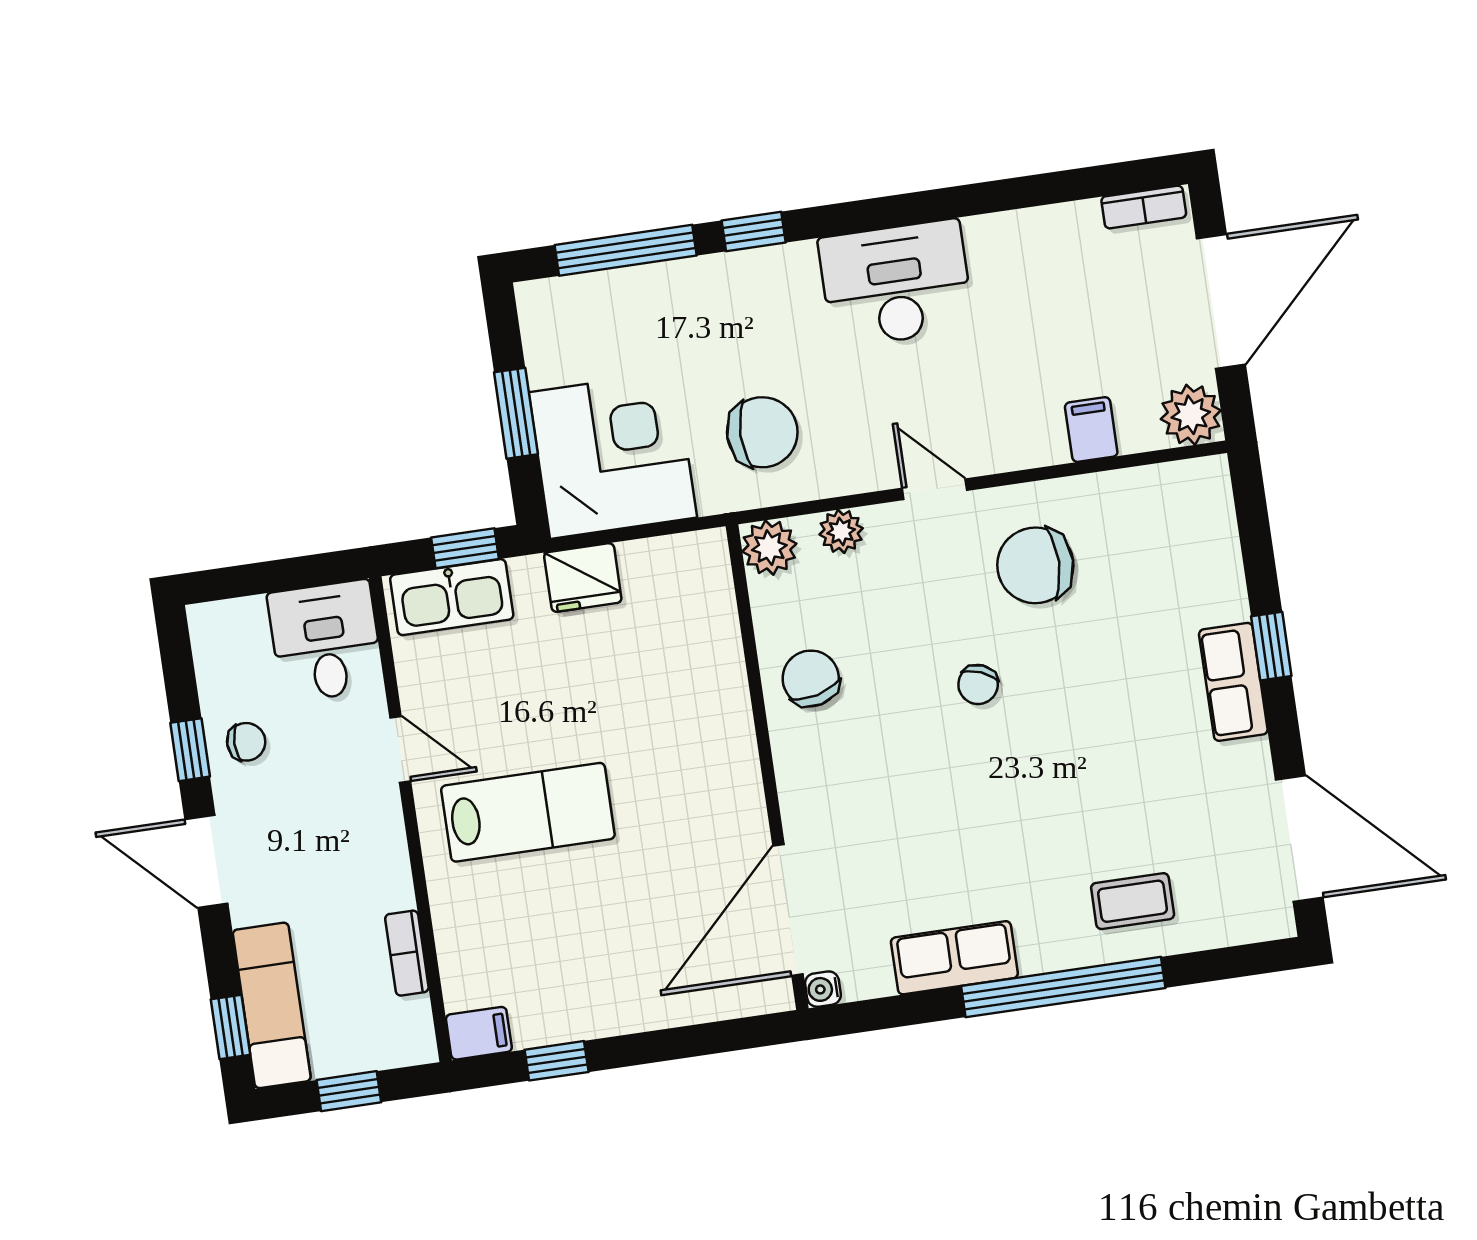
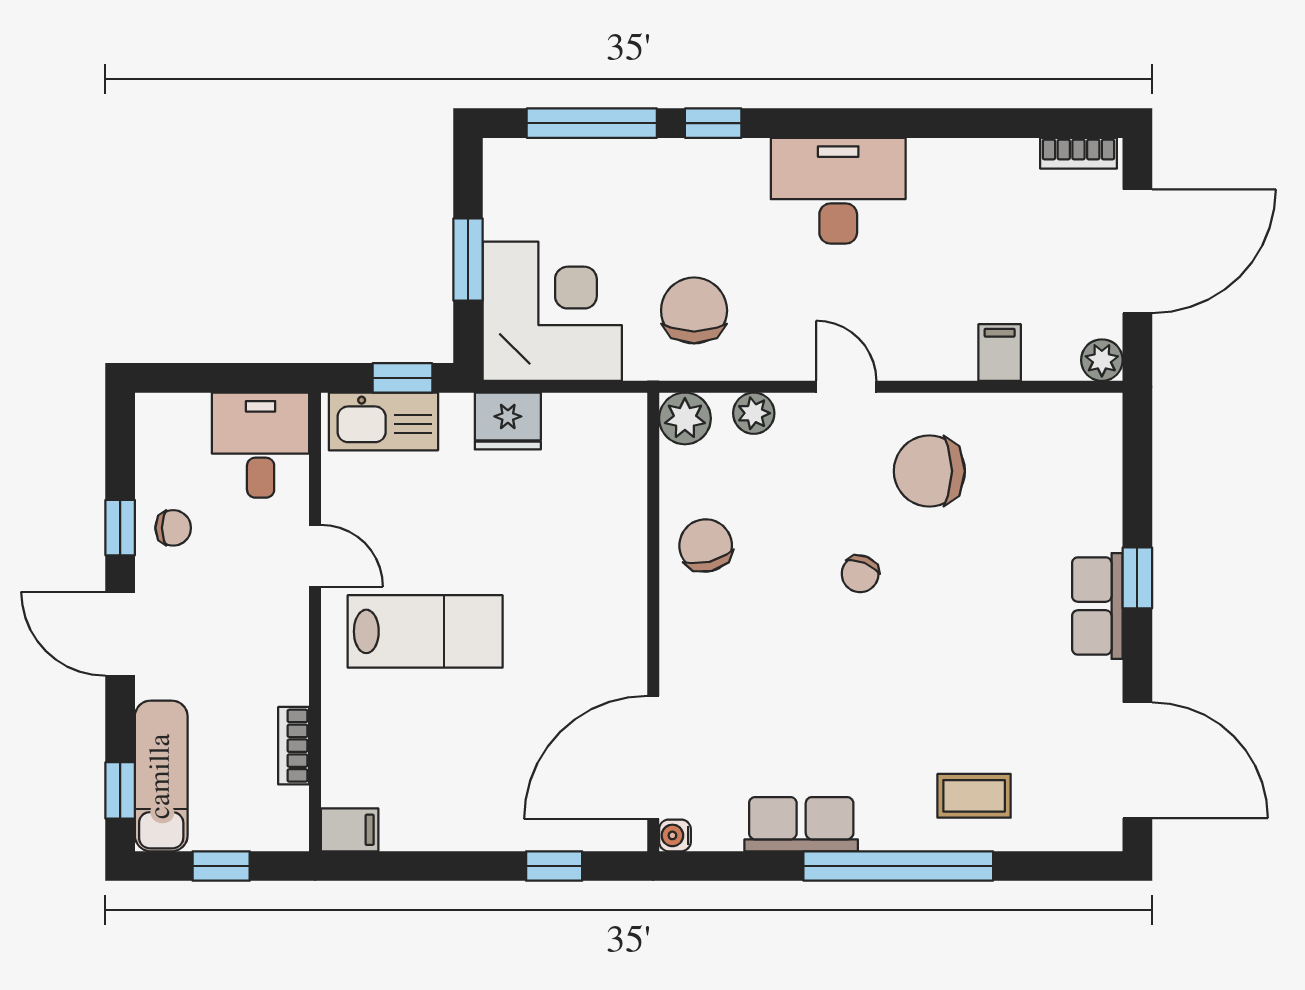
plant: (1191, 415) -> (1102, 360), width x0.73, depth x0.73
chair: (762, 432) -> (694, 310), turned -90
window: (557, 1061) -> (554, 866), moved

